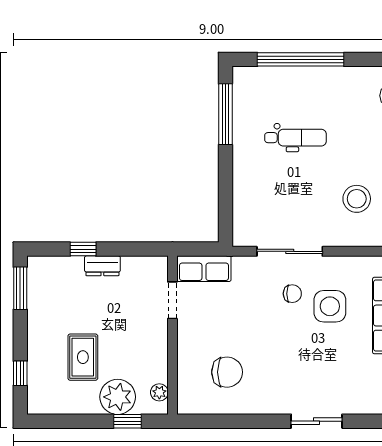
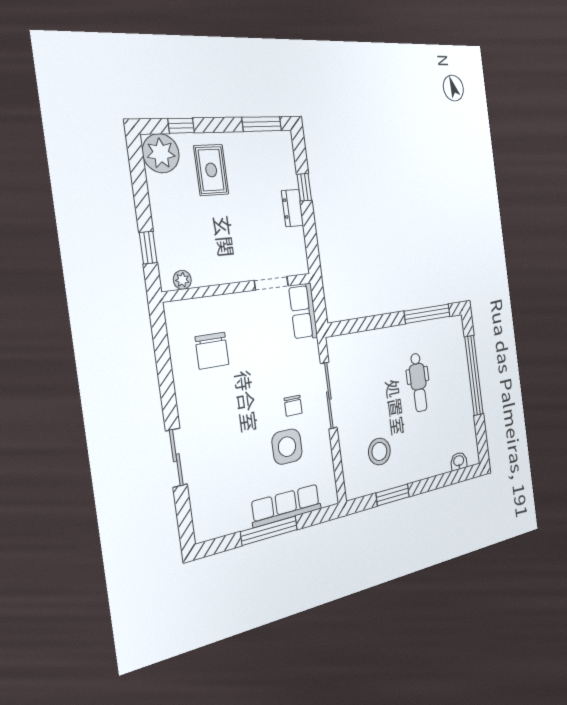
rug: (83, 357) -> (211, 170), moved, turned 90
plant: (118, 397) -> (161, 153), moved

